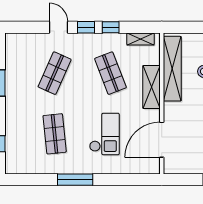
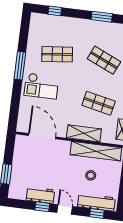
shop shelf: (110, 73) -> (99, 103), turned 33
checkout: (104, 134) -> (41, 86), moved

